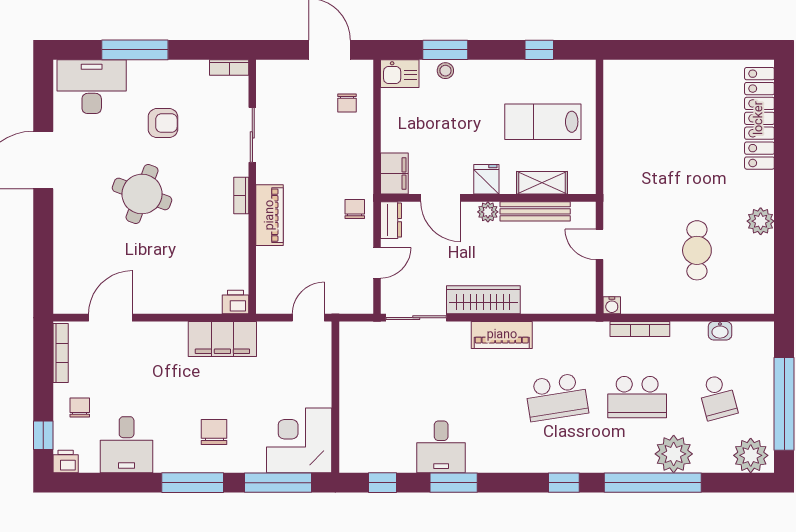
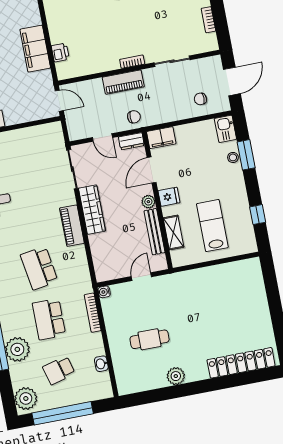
sliding door: (252, 135) -> (172, 61), moved
wall: (252, 187) -> (139, 68), moved
bookcase: (241, 196) -> (132, 62), moved
piano: (270, 215) -> (123, 82), moved

